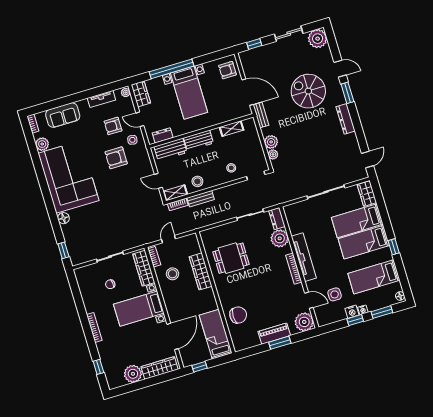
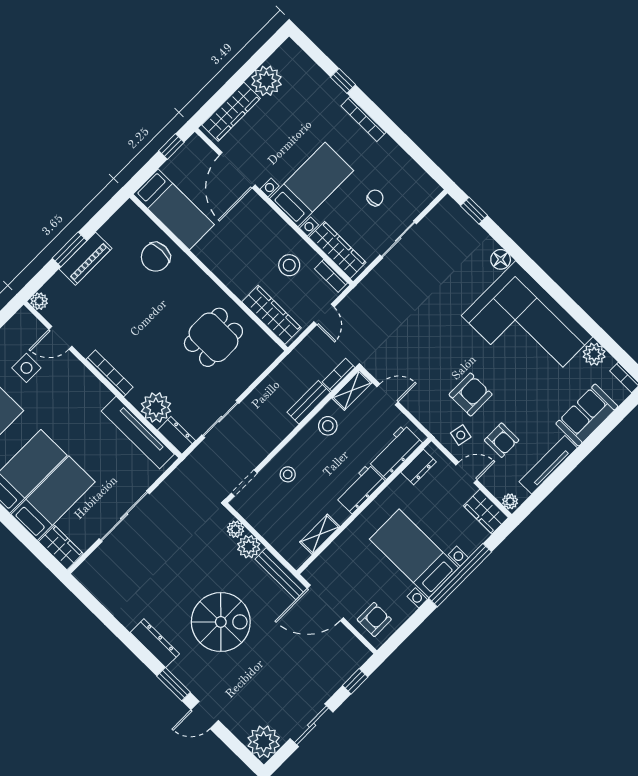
spiral stairs: (308, 91) -> (221, 622), moved
tv unit: (101, 99) -> (548, 465), width x1.41
bench: (261, 115) -> (281, 574), width x1.36
armchair: (113, 126) -> (502, 440), turned 90
door: (367, 160) -> (88, 600), removed
tv unit: (304, 257) -> (138, 433), moved
wardrobe: (201, 271) -> (272, 315), moved
plant: (304, 322) -> (39, 301), width x0.53, depth x0.53
window: (98, 367) -> (343, 81), moved

